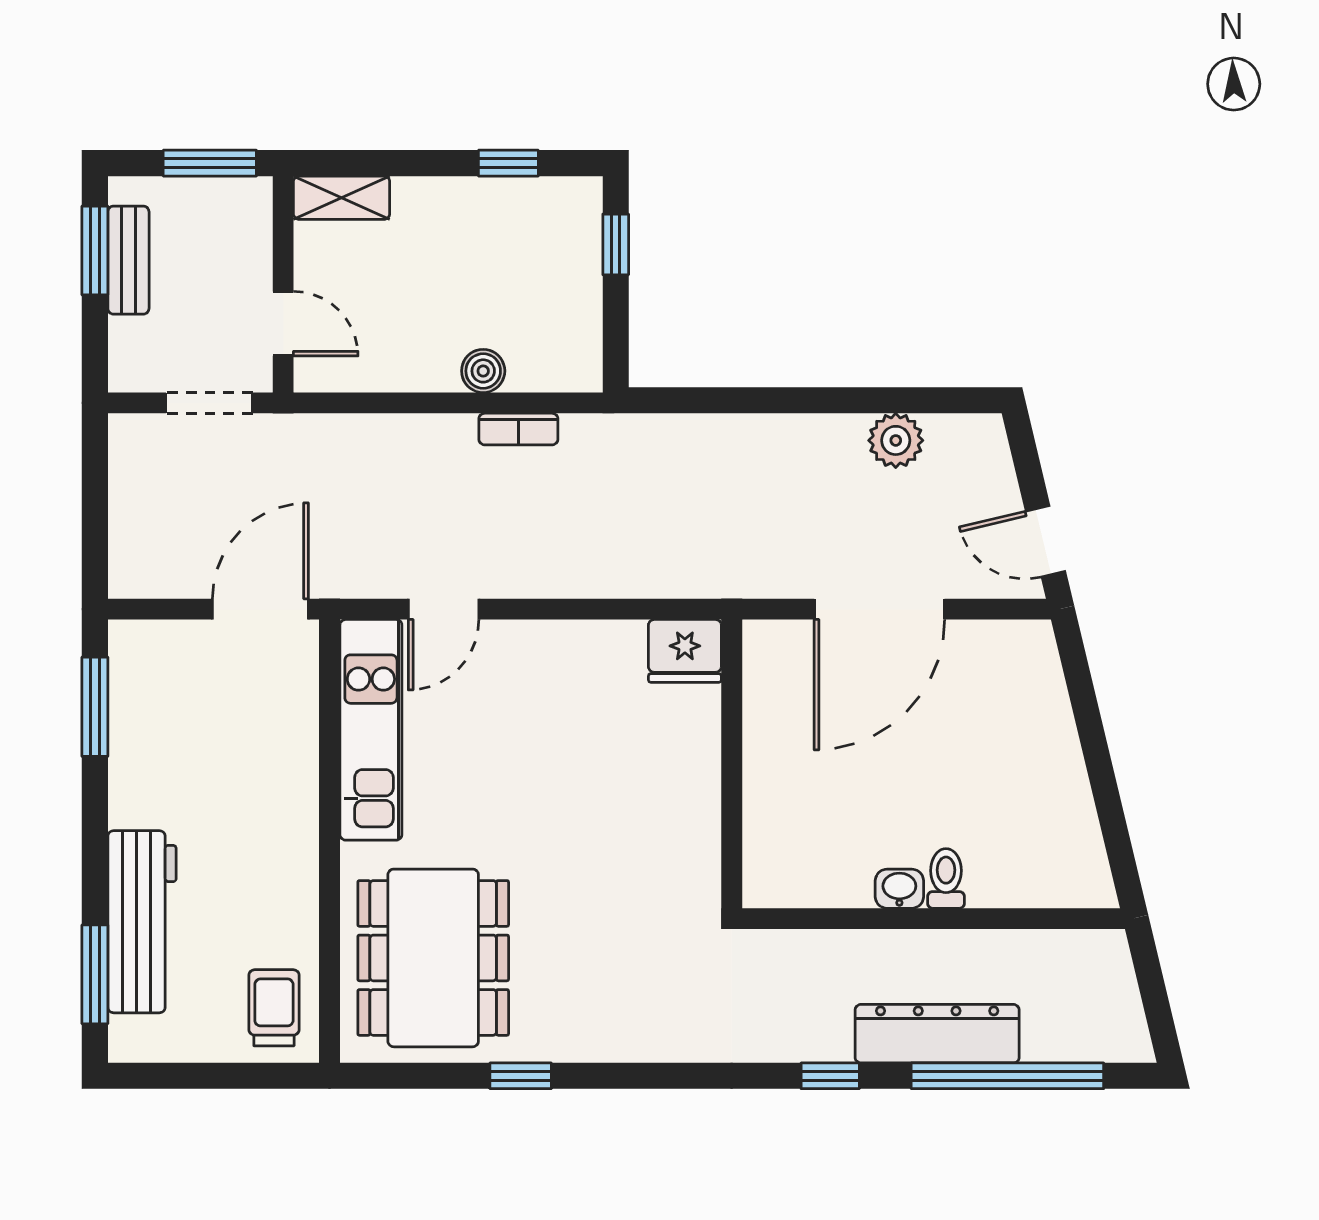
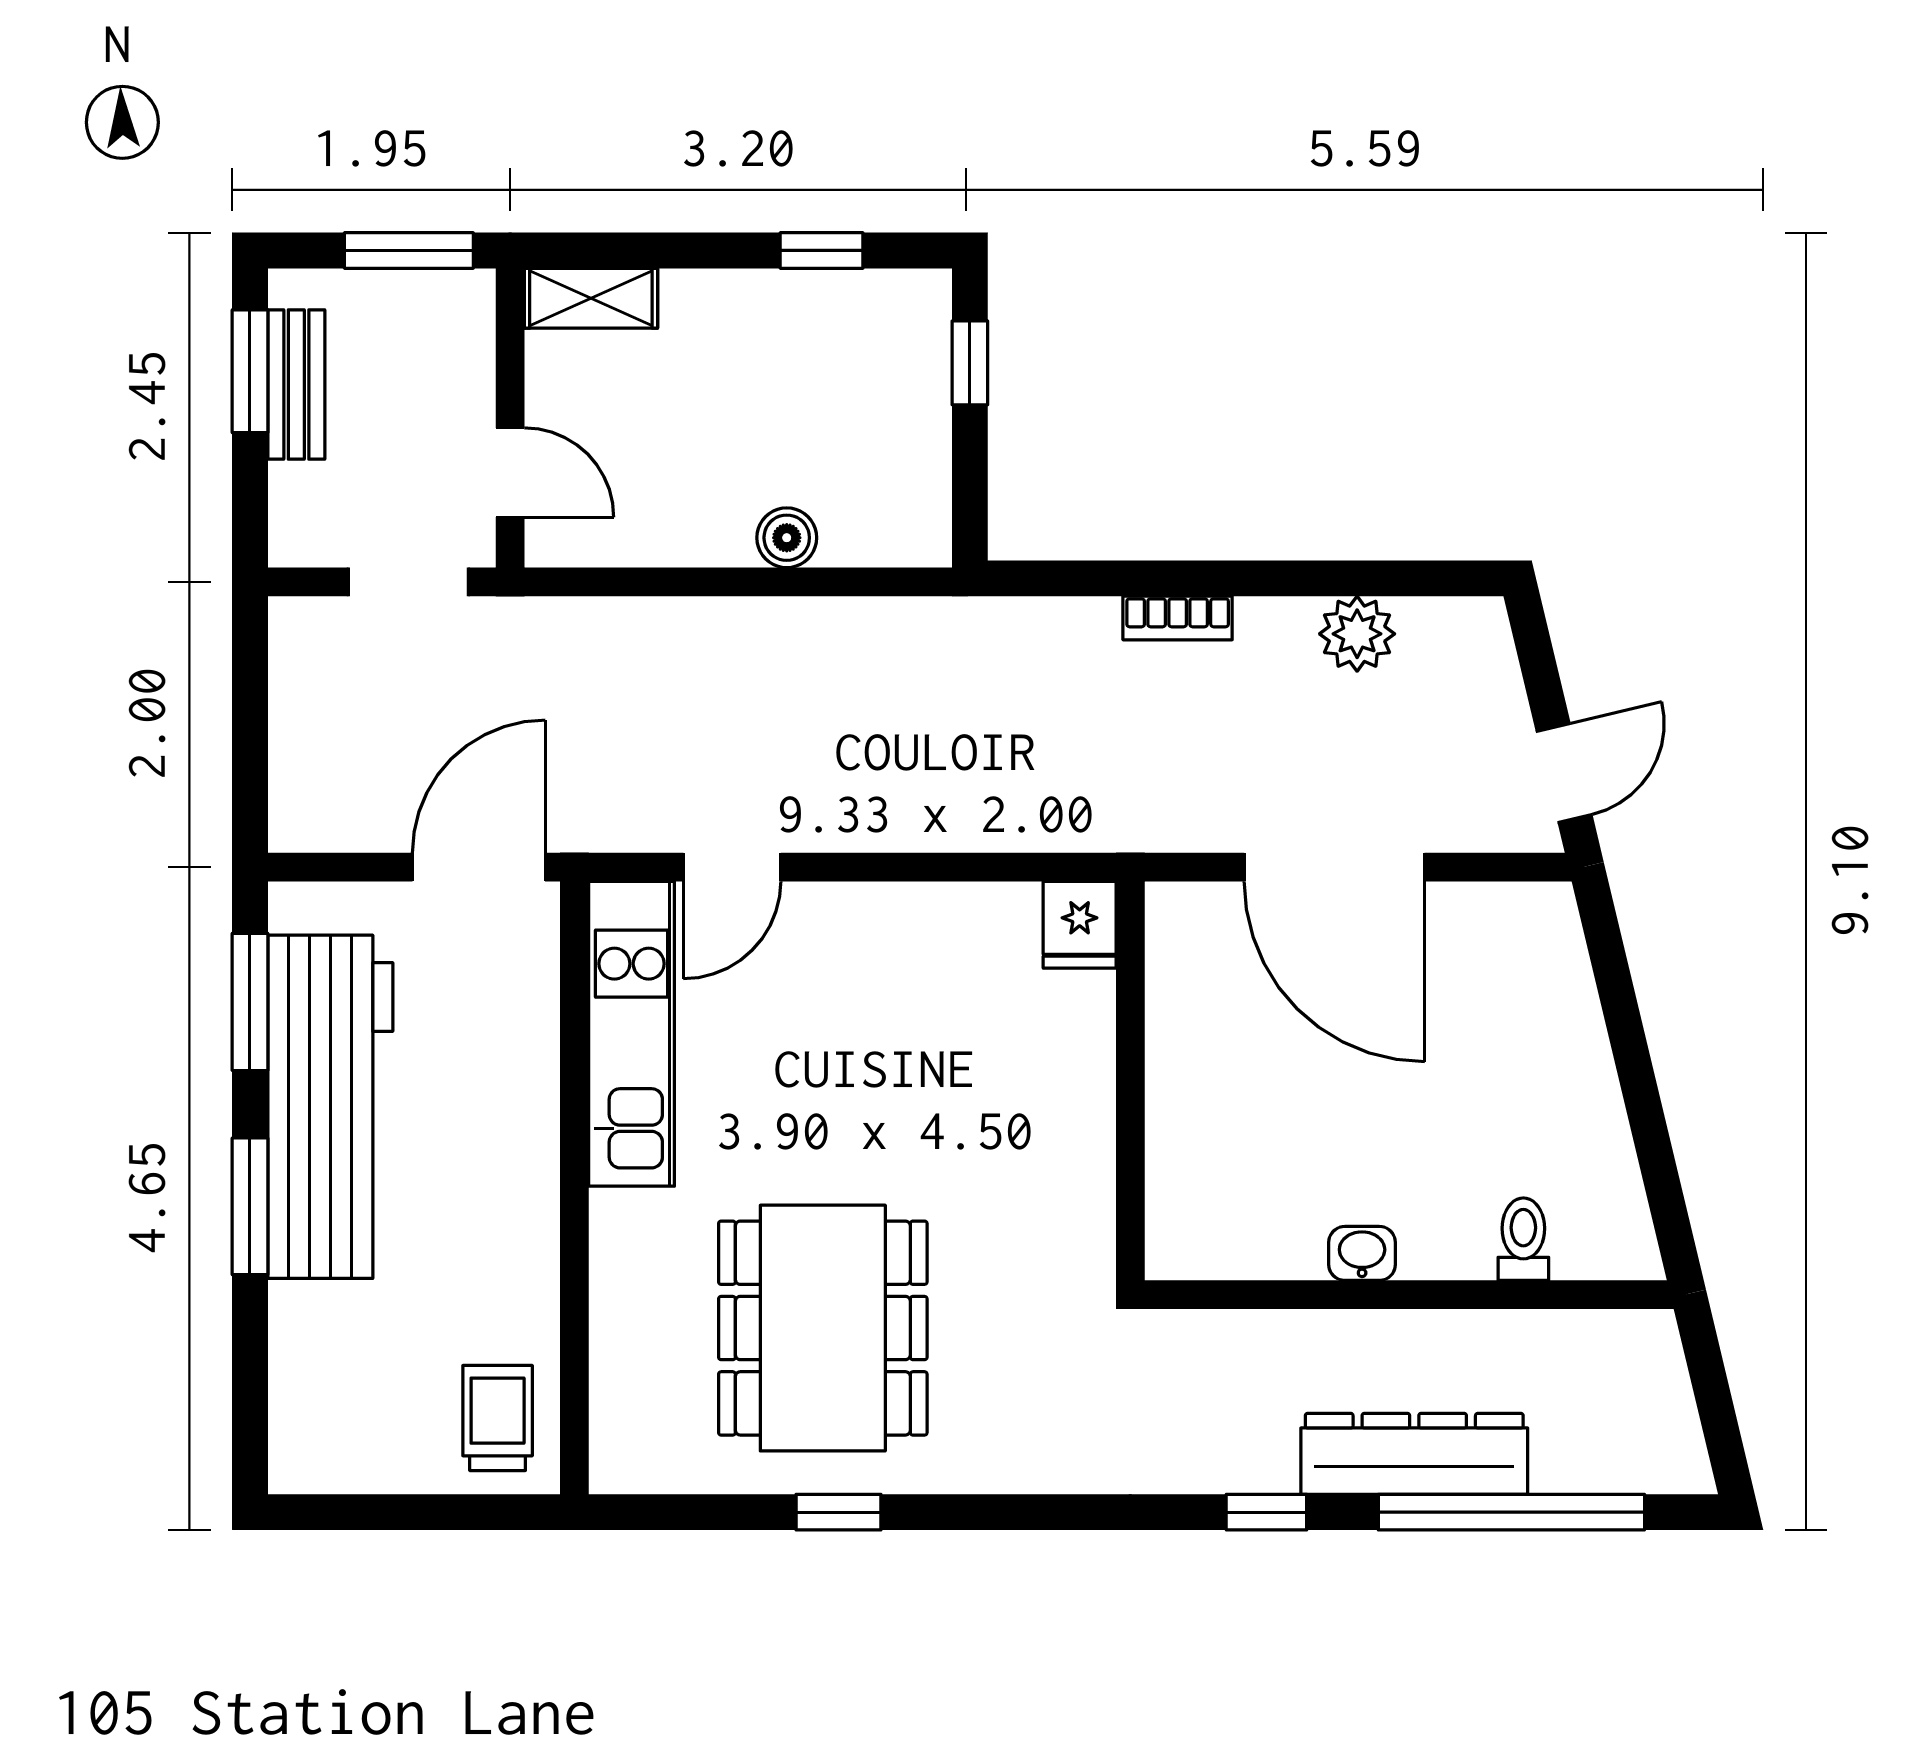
bookcase: (518, 429) -> (1178, 618), moved
door: (1046, 541) -> (1564, 773), swing flipped
door: (879, 609) -> (1334, 867), hinge flipped
fridge: (685, 651) -> (1080, 925), width x0.72
toilet: (946, 878) -> (1523, 1239), moved
workbench: (142, 922) -> (330, 1107), moved, width x1.36, depth x1.32
dining table: (433, 958) -> (823, 1328), moved
window: (95, 974) -> (250, 1206), moved

